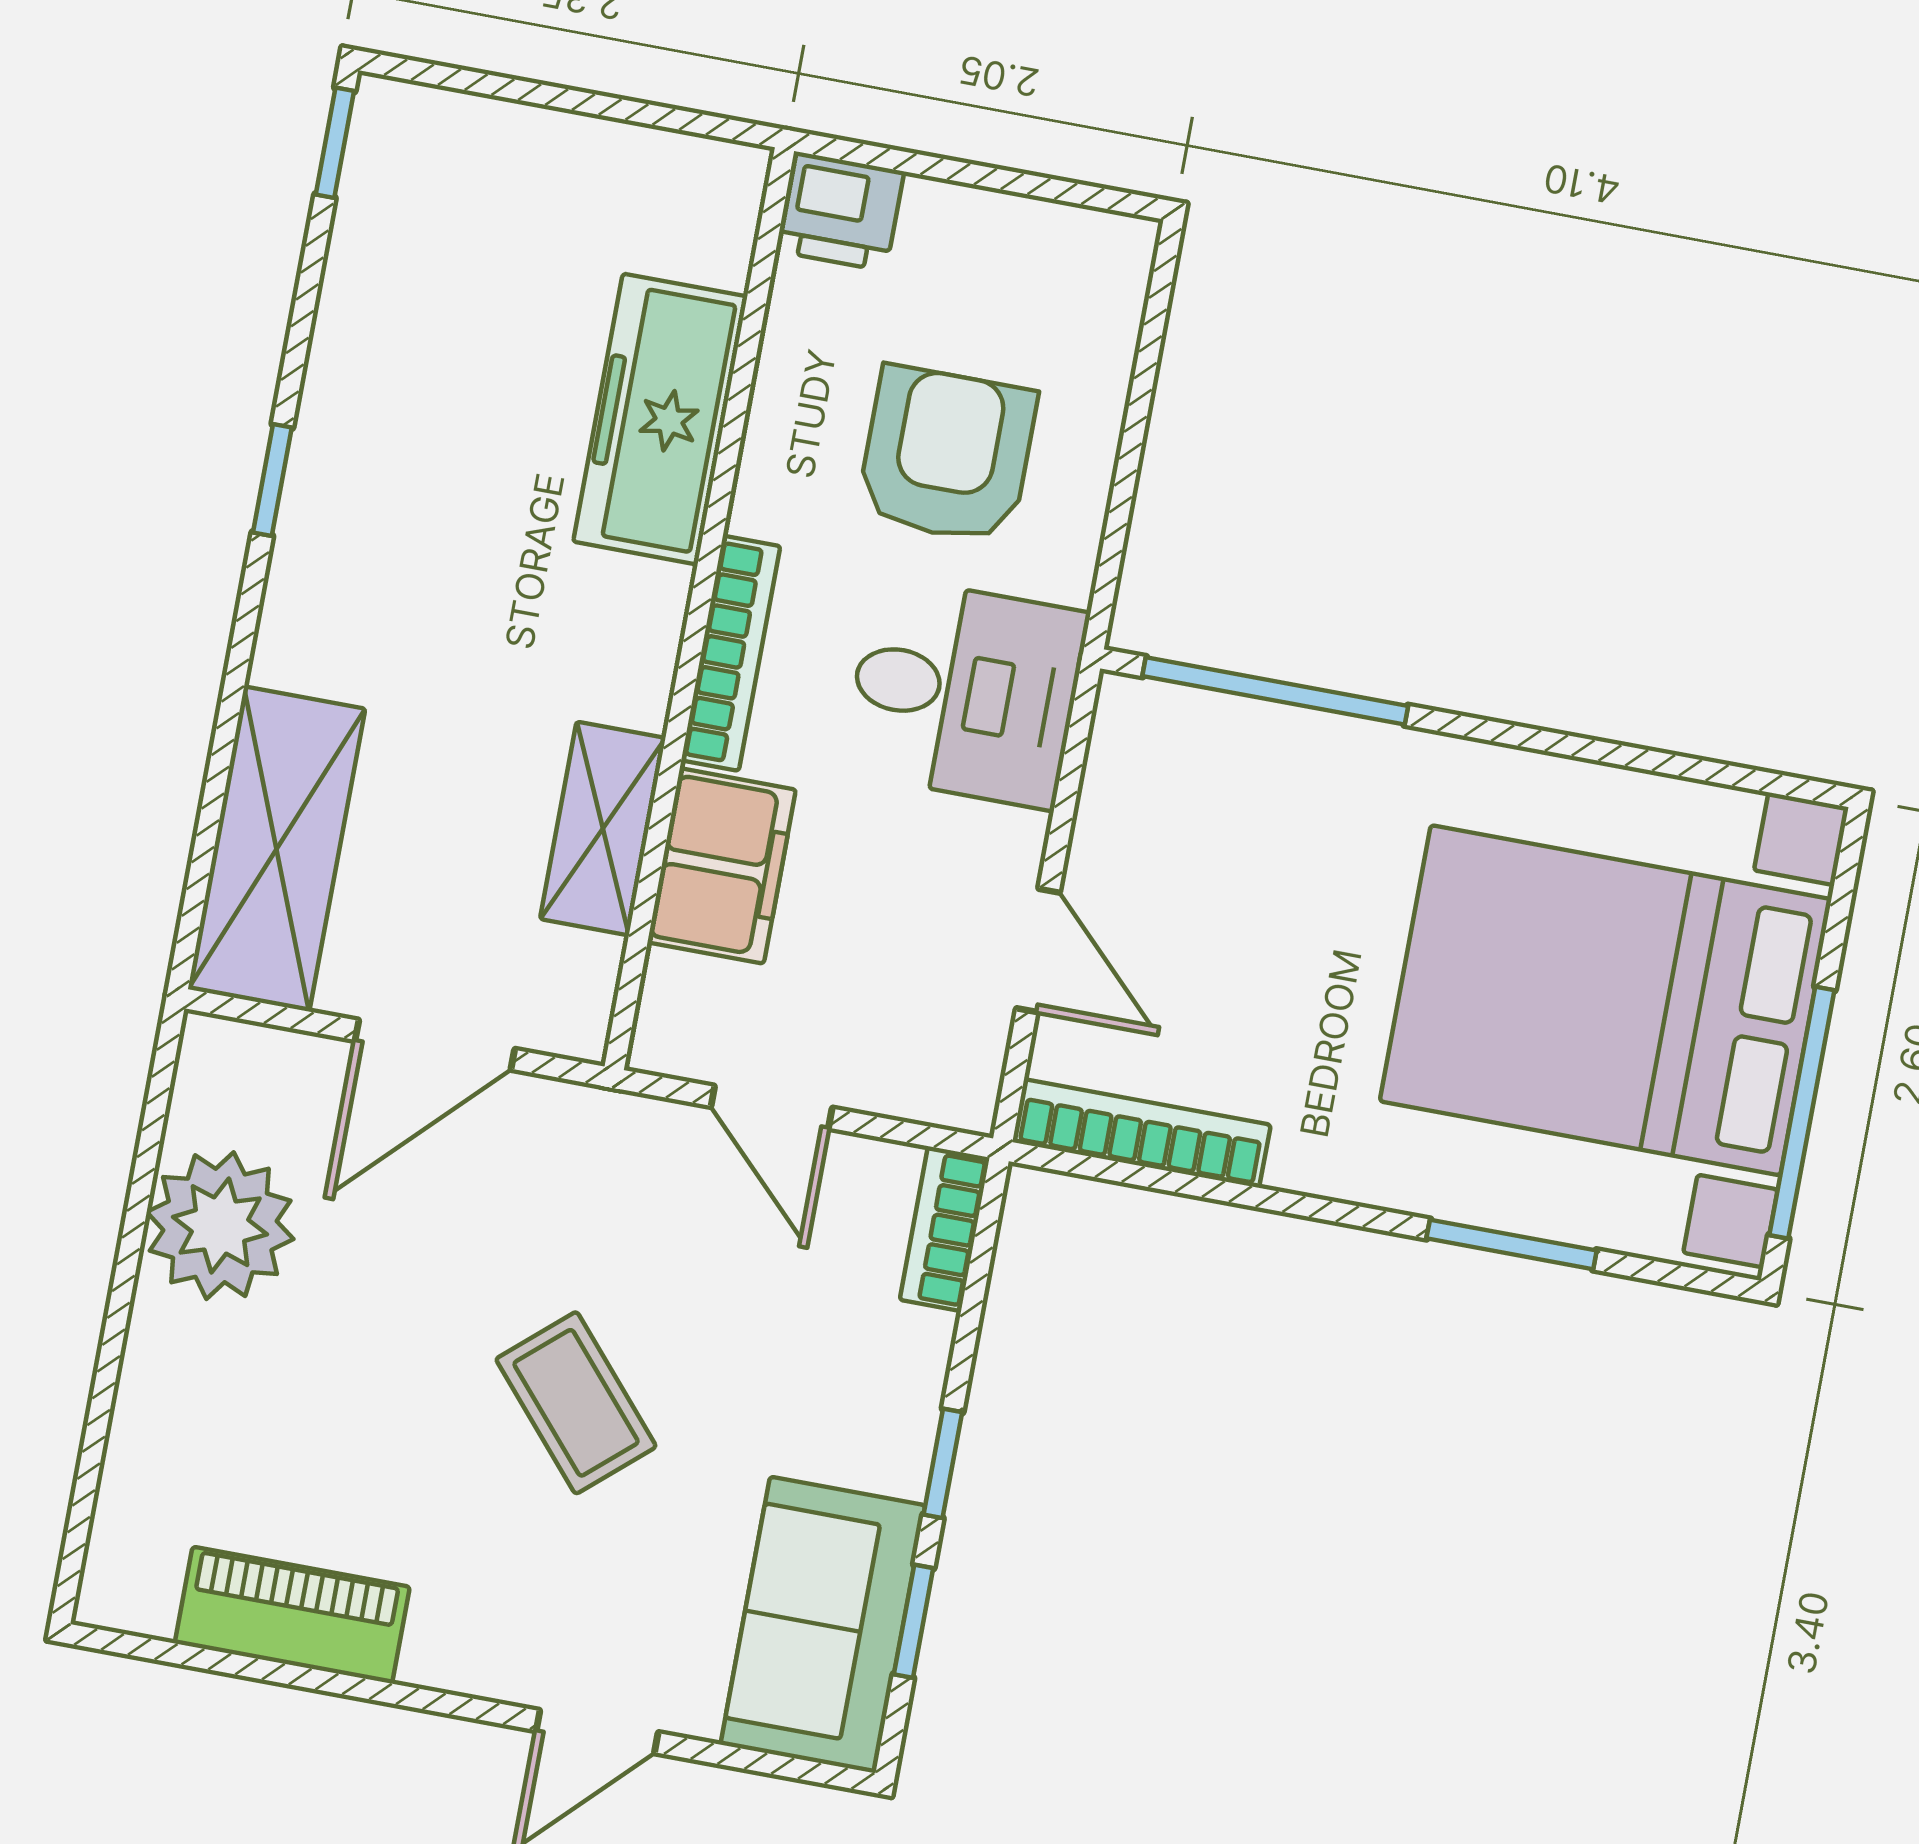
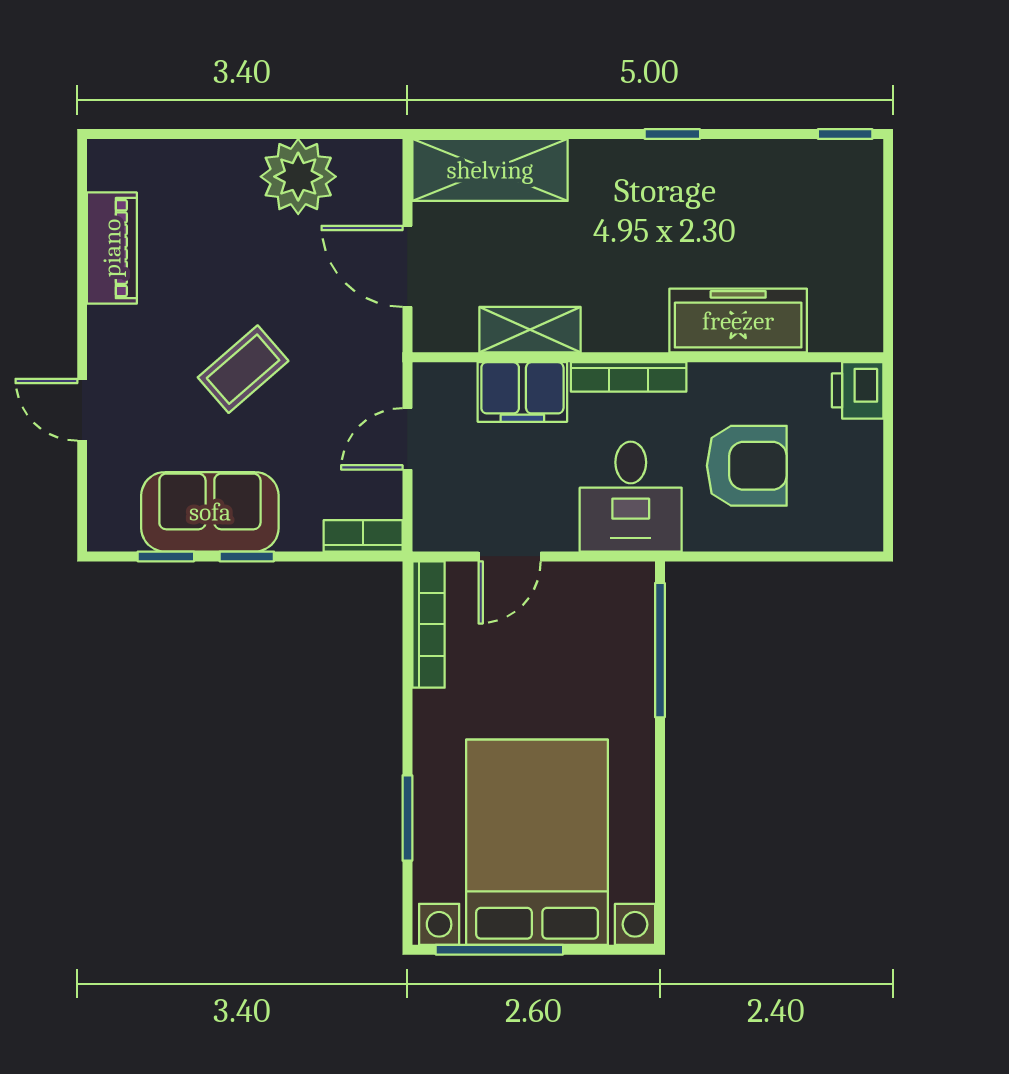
sofa: (823, 1625) -> (210, 512), moved

